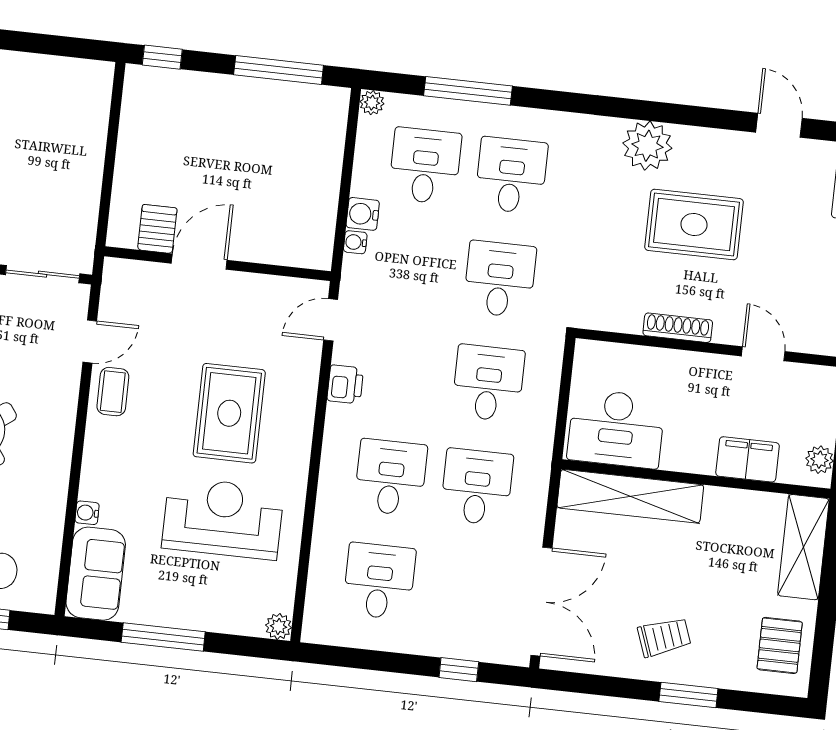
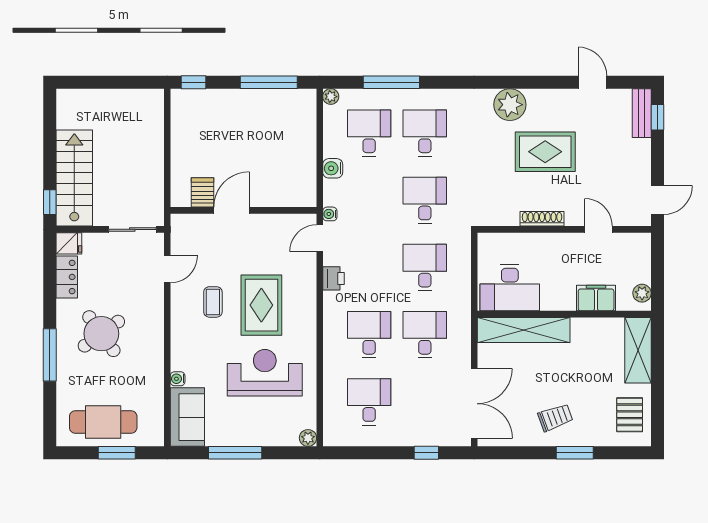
water cooler: (355, 242) -> (330, 214), moved
coffee table: (113, 392) -> (213, 302), moved

